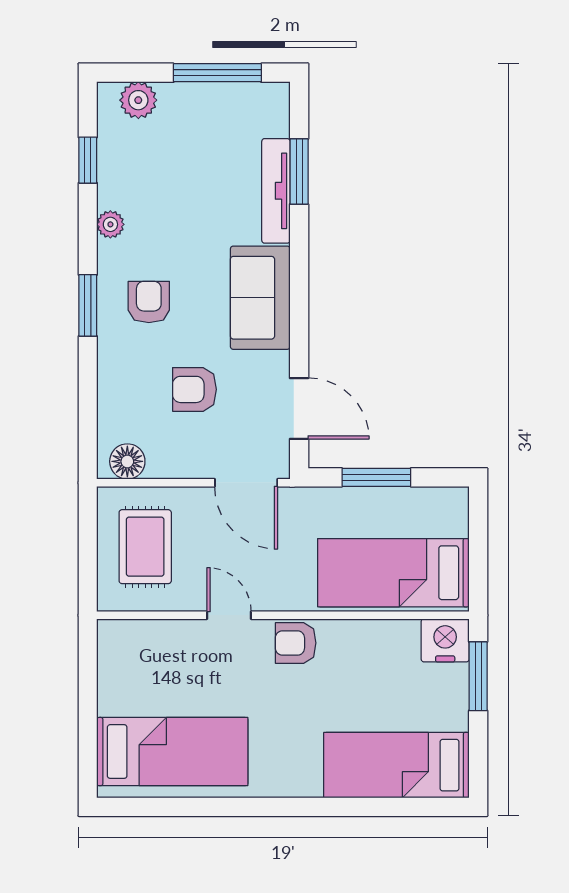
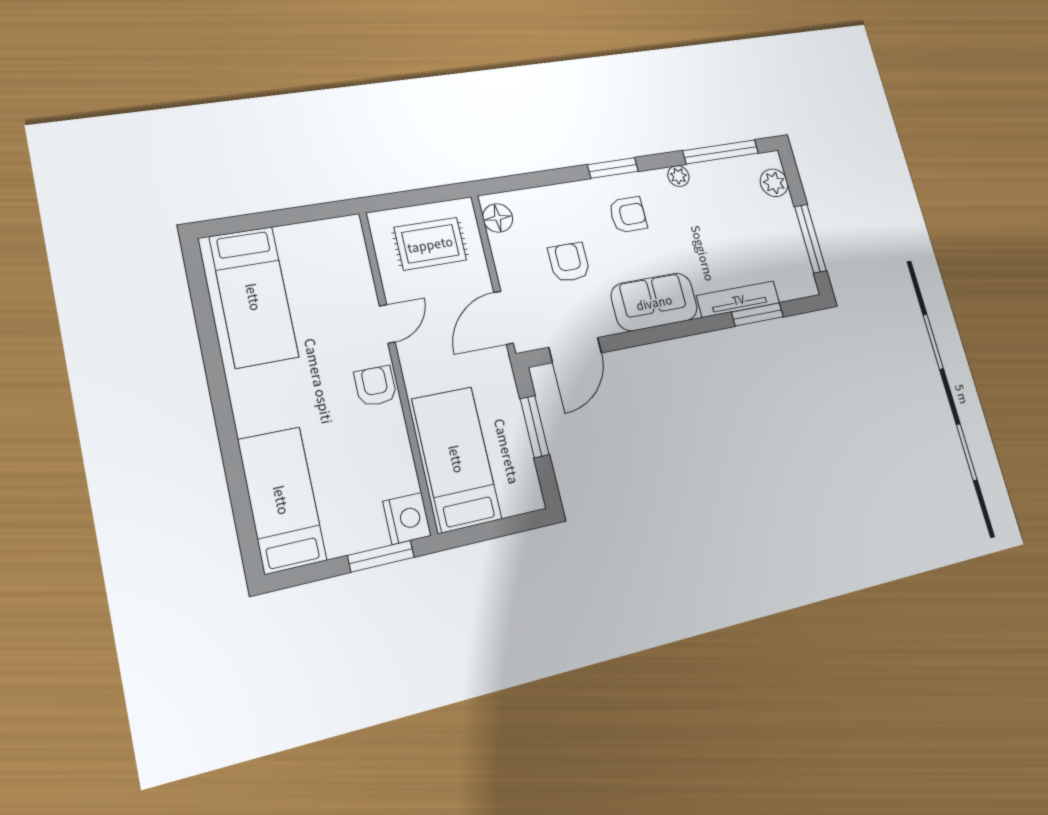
window: (88, 160) -> (721, 152), width x2.17

